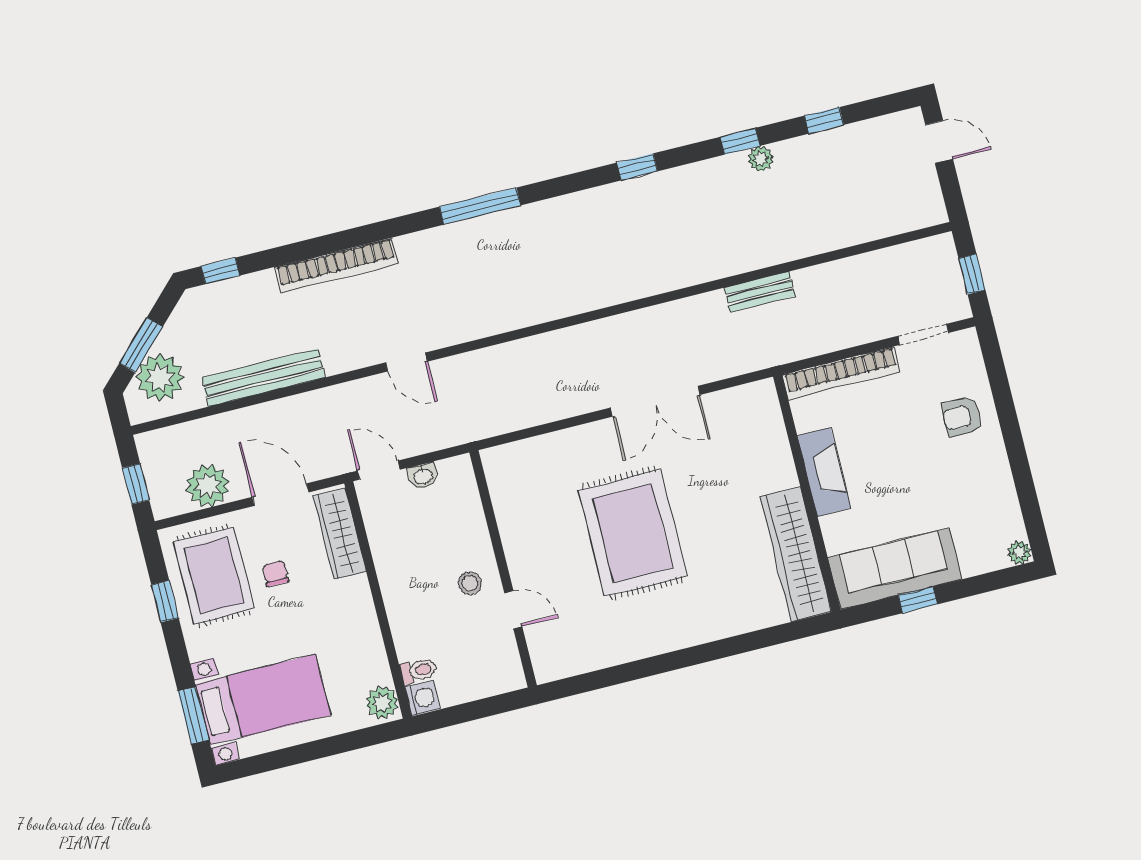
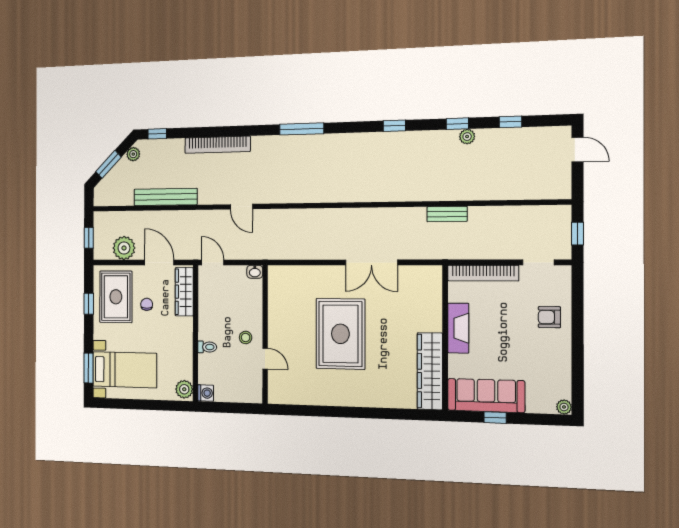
plant: (160, 378) -> (133, 154), moved, width x0.53, depth x0.53
washbasin: (423, 476) -> (255, 272), moved
toilet: (418, 670) -> (207, 347), moved

